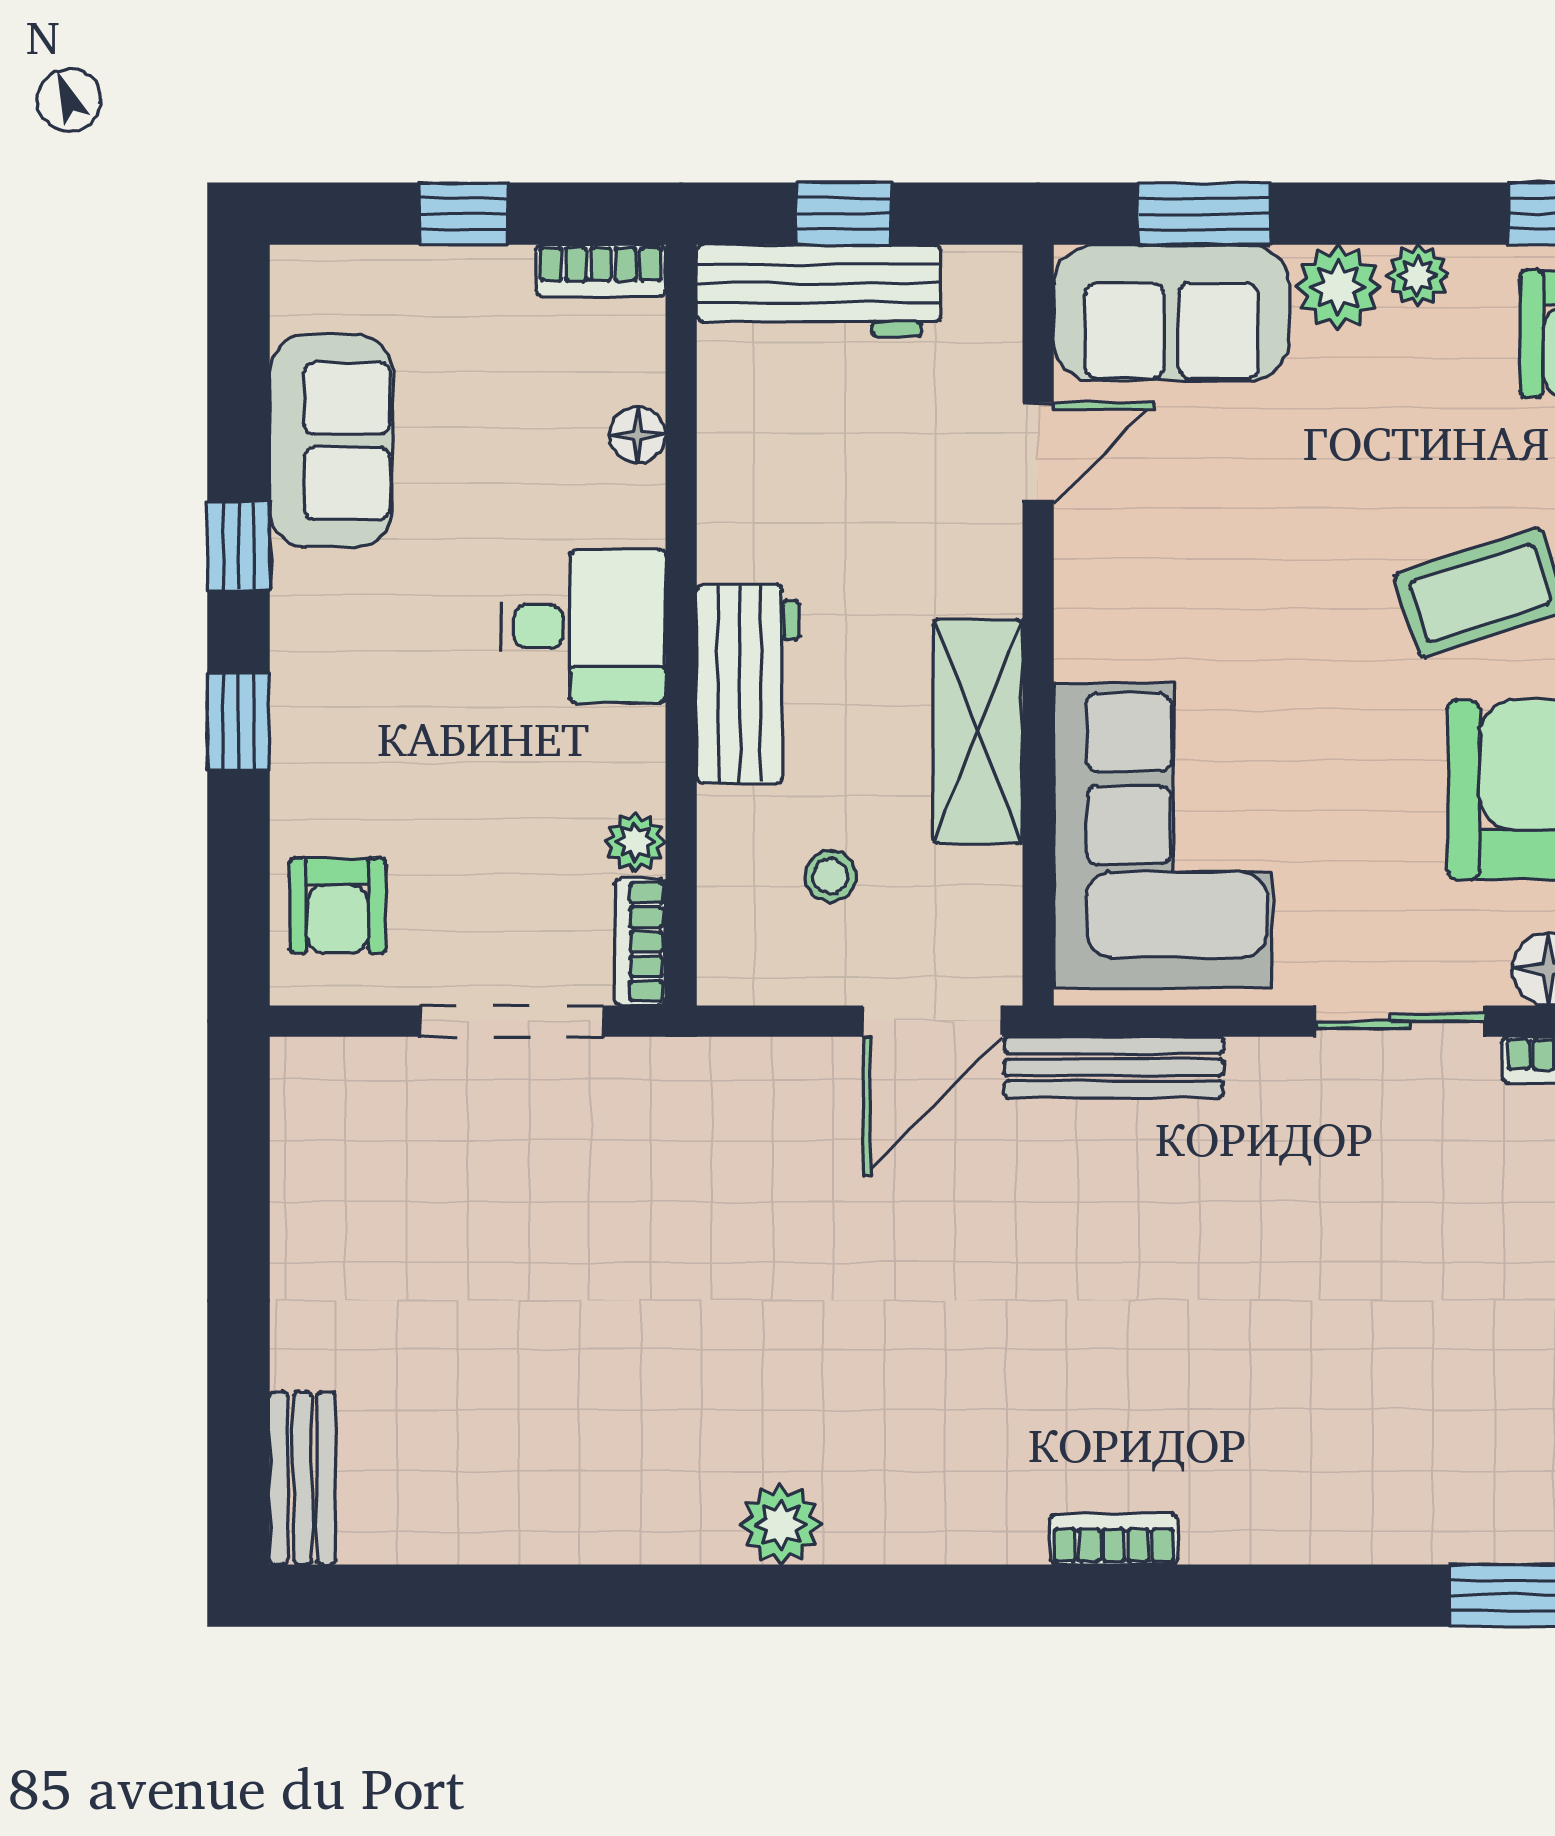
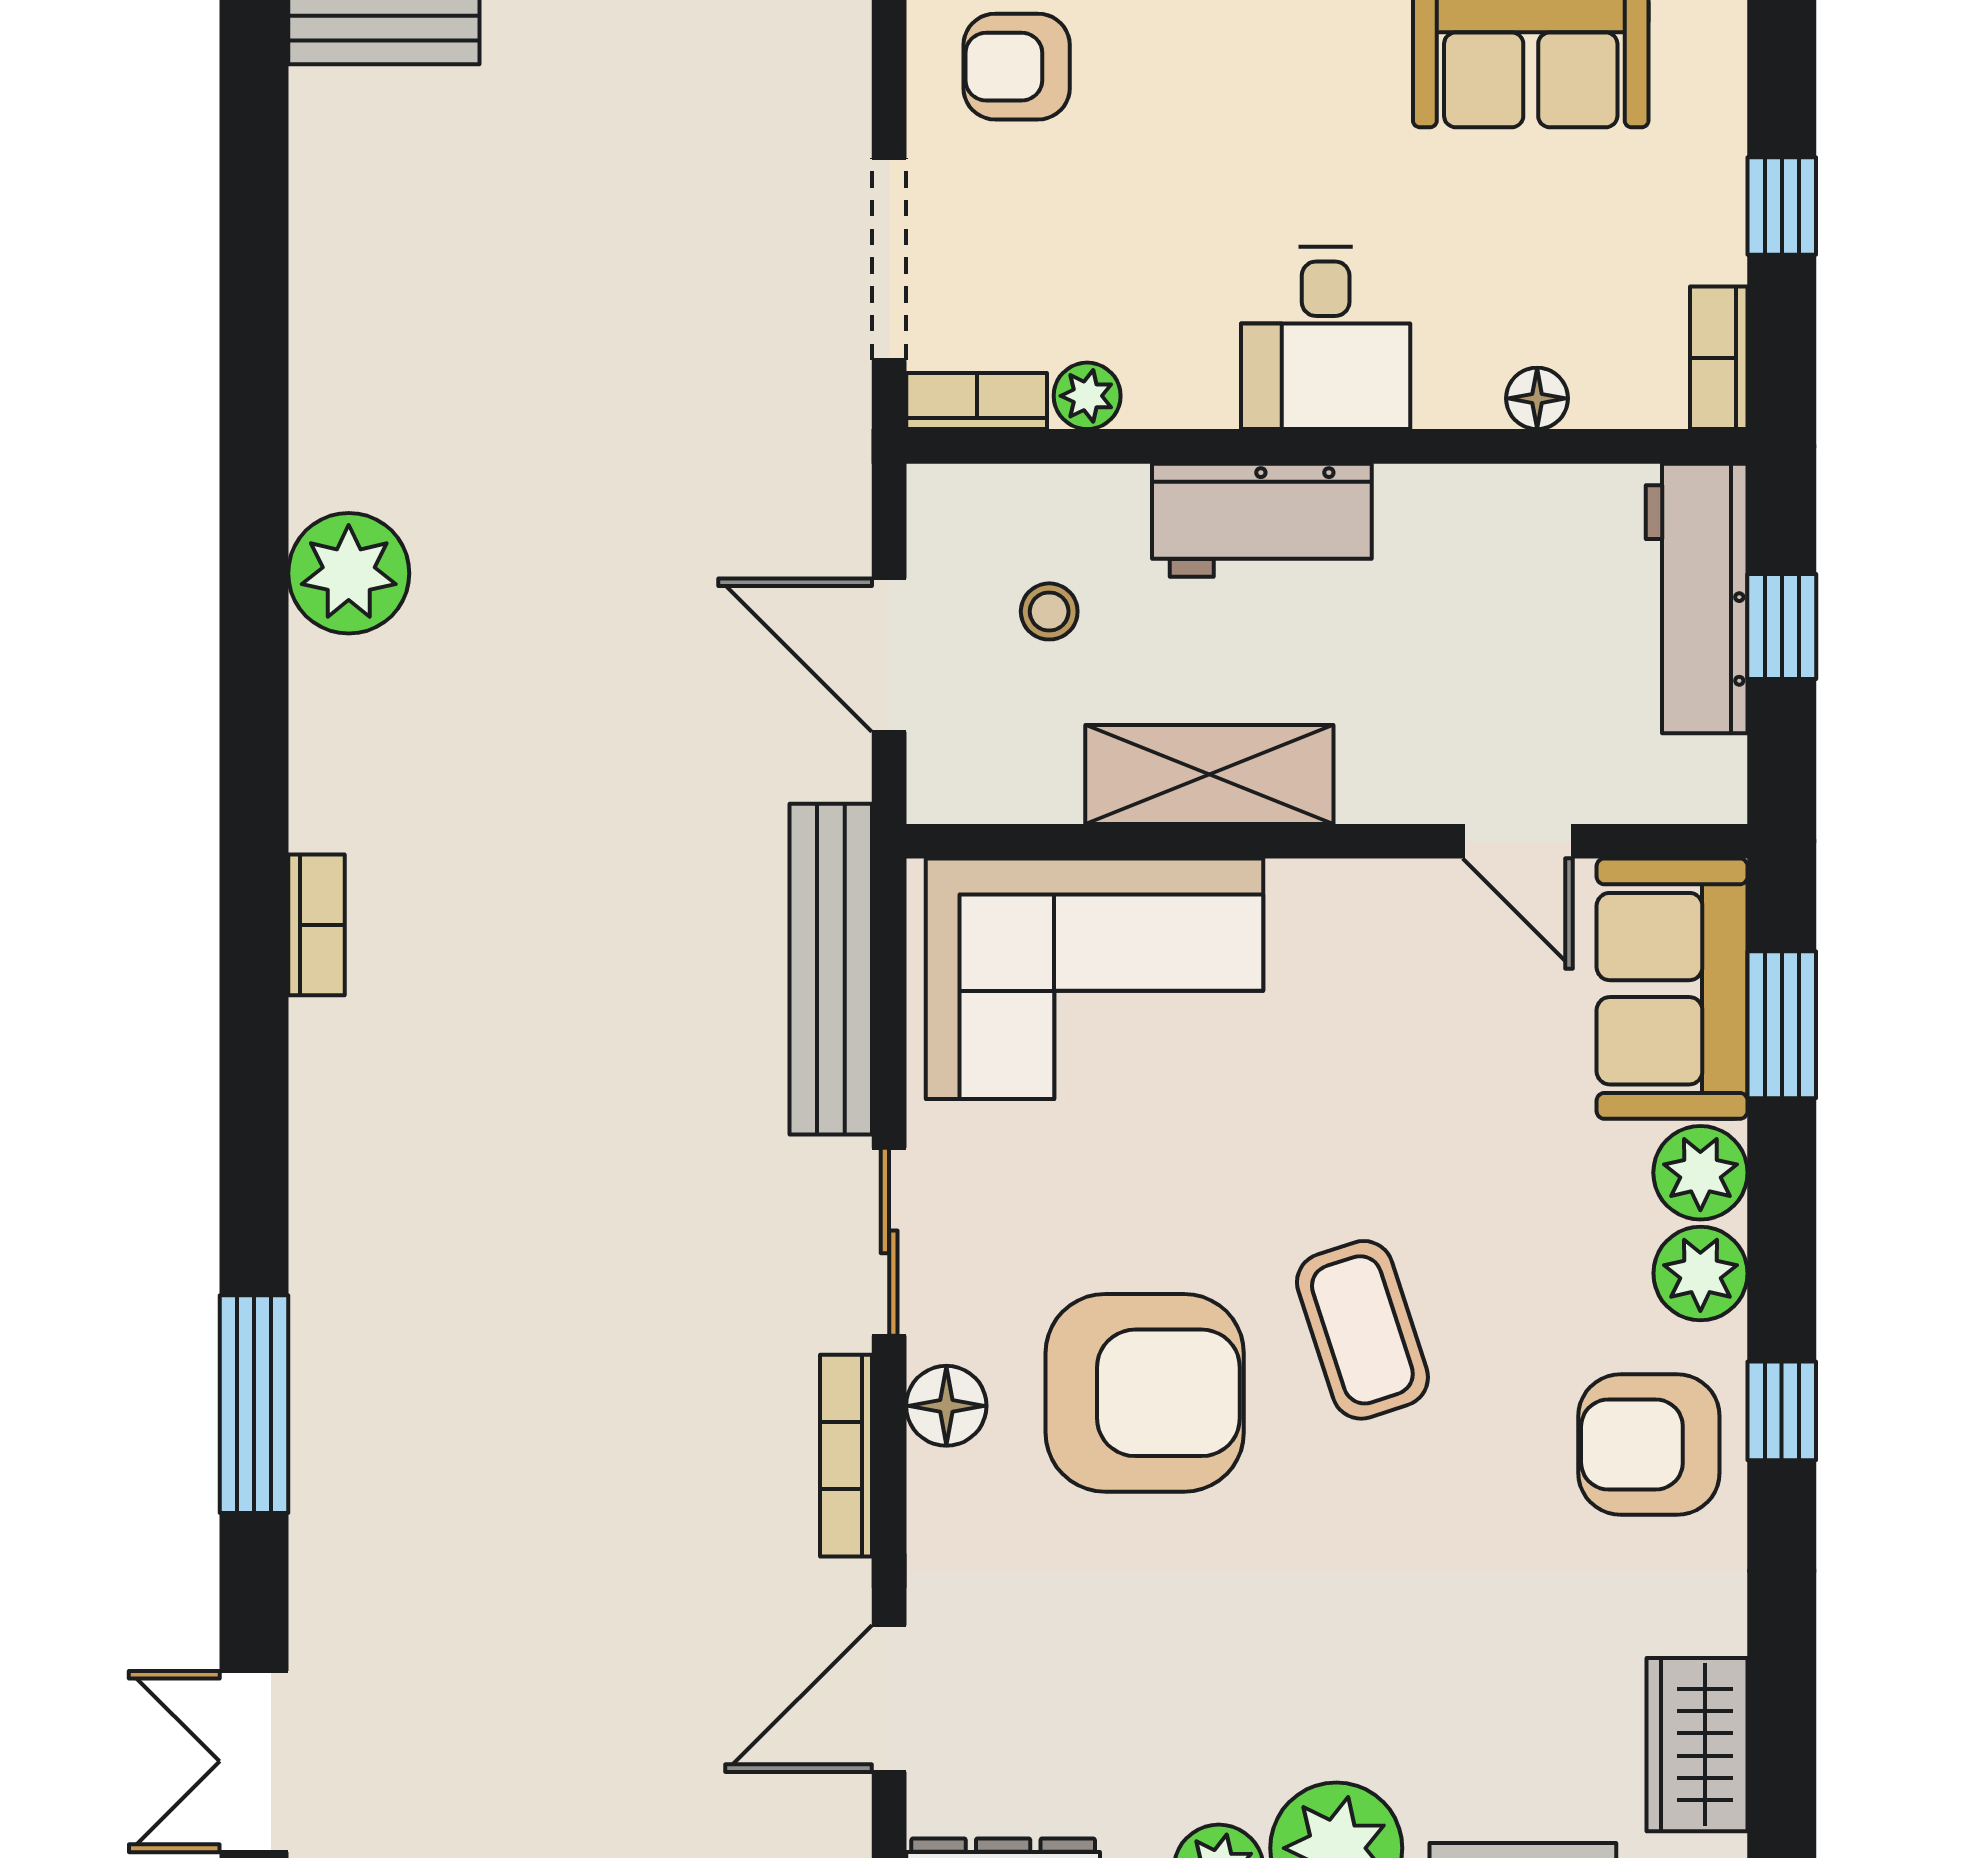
plant: (1418, 276) -> (1700, 1273), width x1.38, depth x1.38
door: (933, 1021) -> (889, 655), moved
bench: (1114, 1067) -> (831, 969), width x1.37, depth x1.21
plant: (781, 1524) -> (349, 573), width x1.36, depth x1.36

